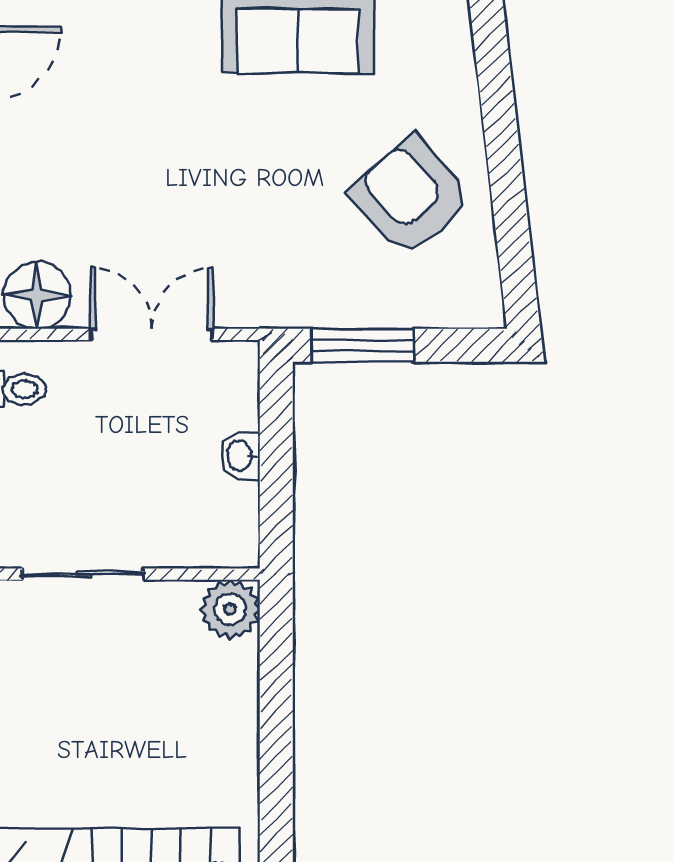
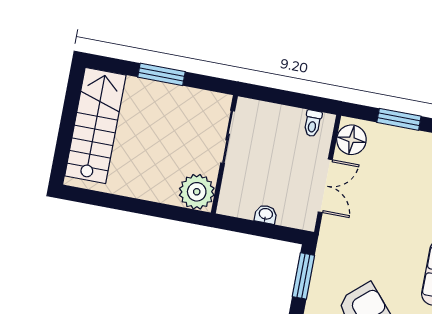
plant: (230, 609) -> (197, 192), width x1.36, depth x1.36

